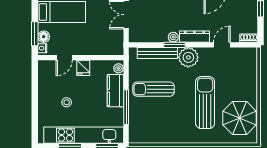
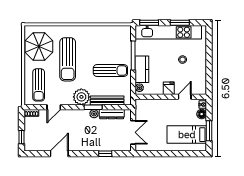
window: (35, 34) -> (209, 131), moved
dresser: (194, 37) -> (112, 114), moved
sun lounger: (240, 72) -> (39, 85), added

